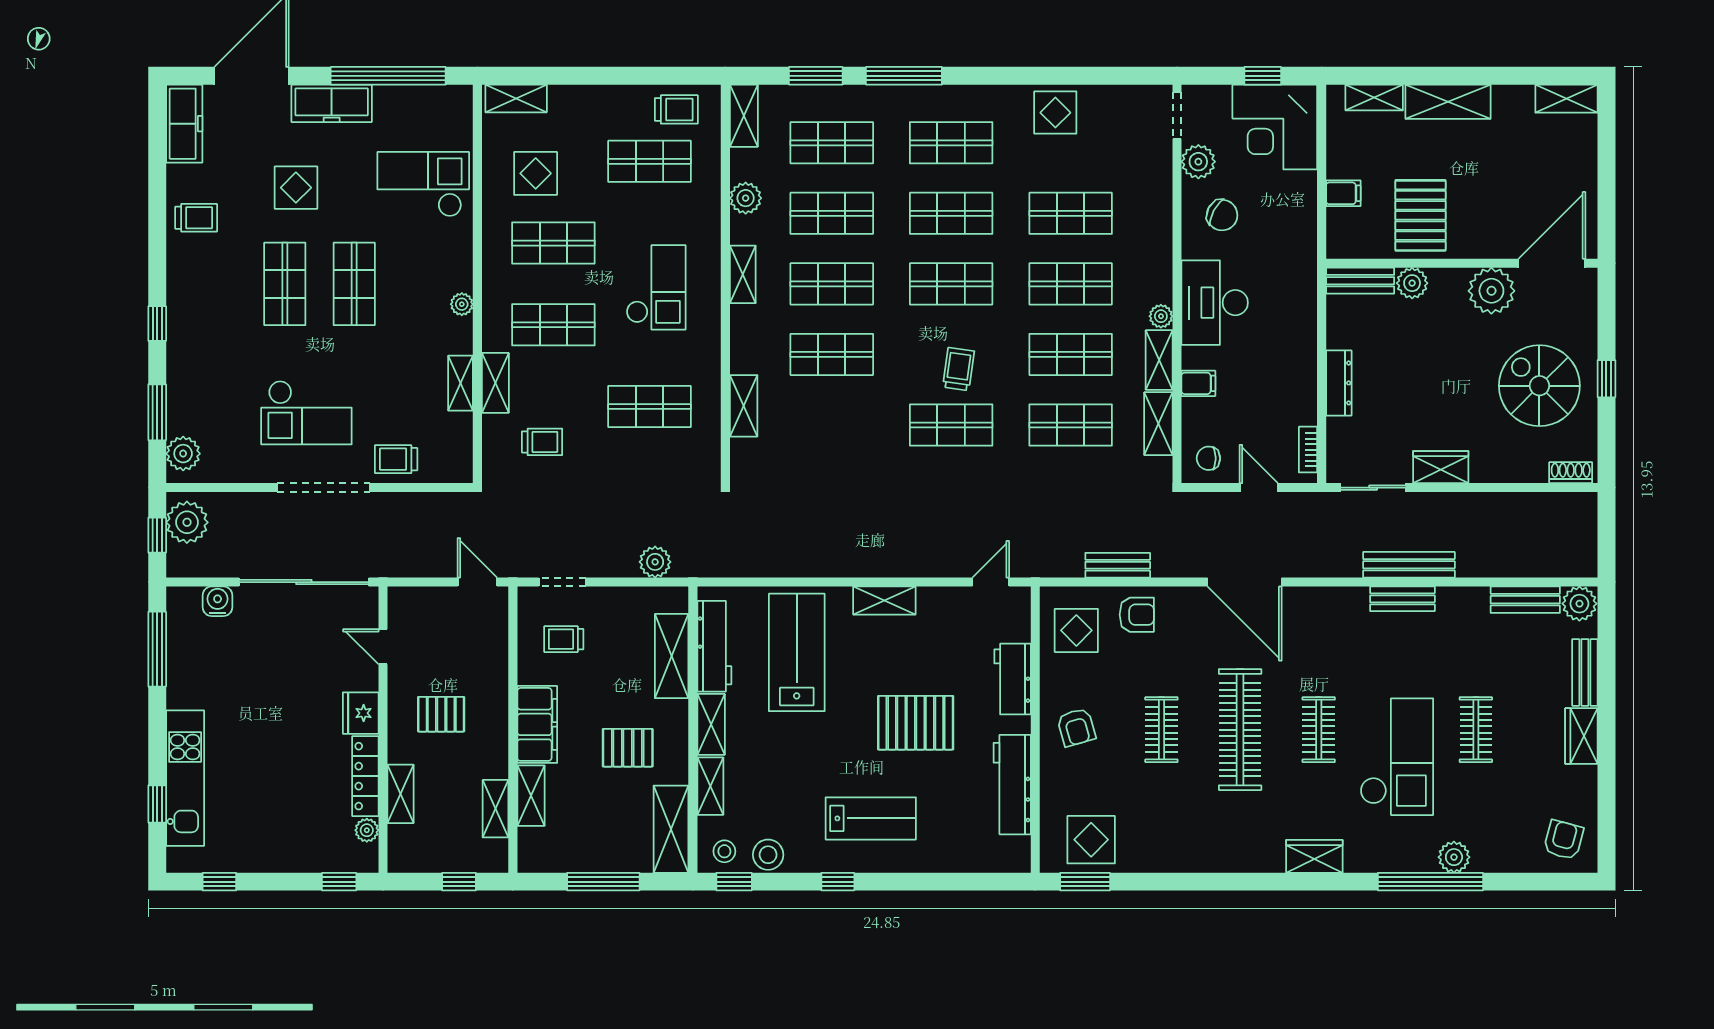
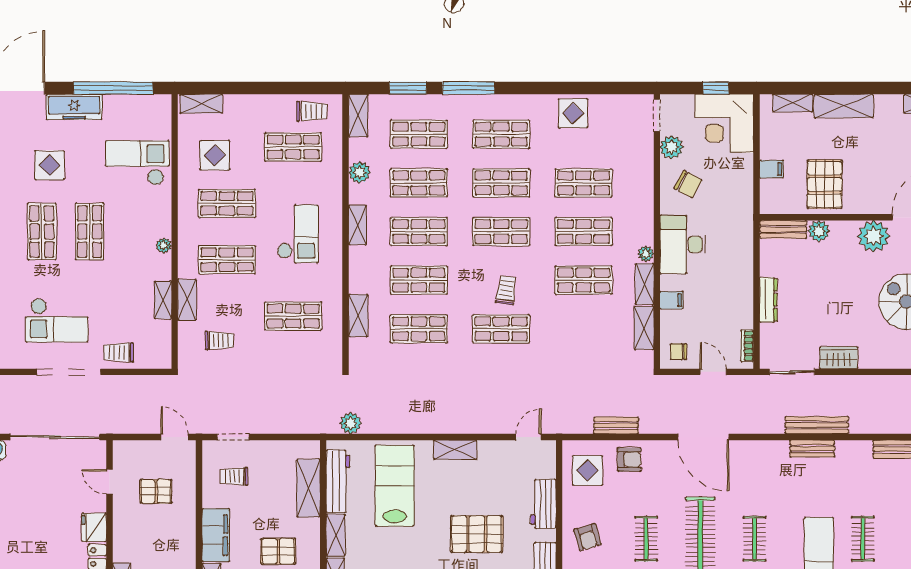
shop shelf: (1071, 425) -> (419, 329), moved
plant: (655, 562) -> (351, 423), moved
pallet: (441, 714) -> (156, 491), moved

